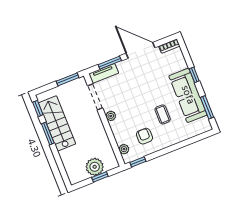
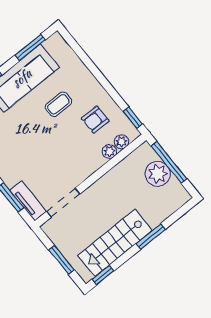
window: (68, 79) -> (61, 260), moved
plant: (111, 116) -> (109, 152), moved
window: (48, 133) -> (151, 236), moved
window: (100, 177) -> (169, 162), width x2.17

